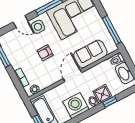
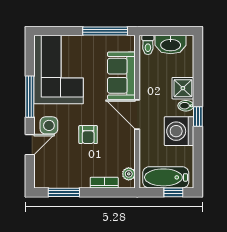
window: (110, 102) -> (198, 116), moved

